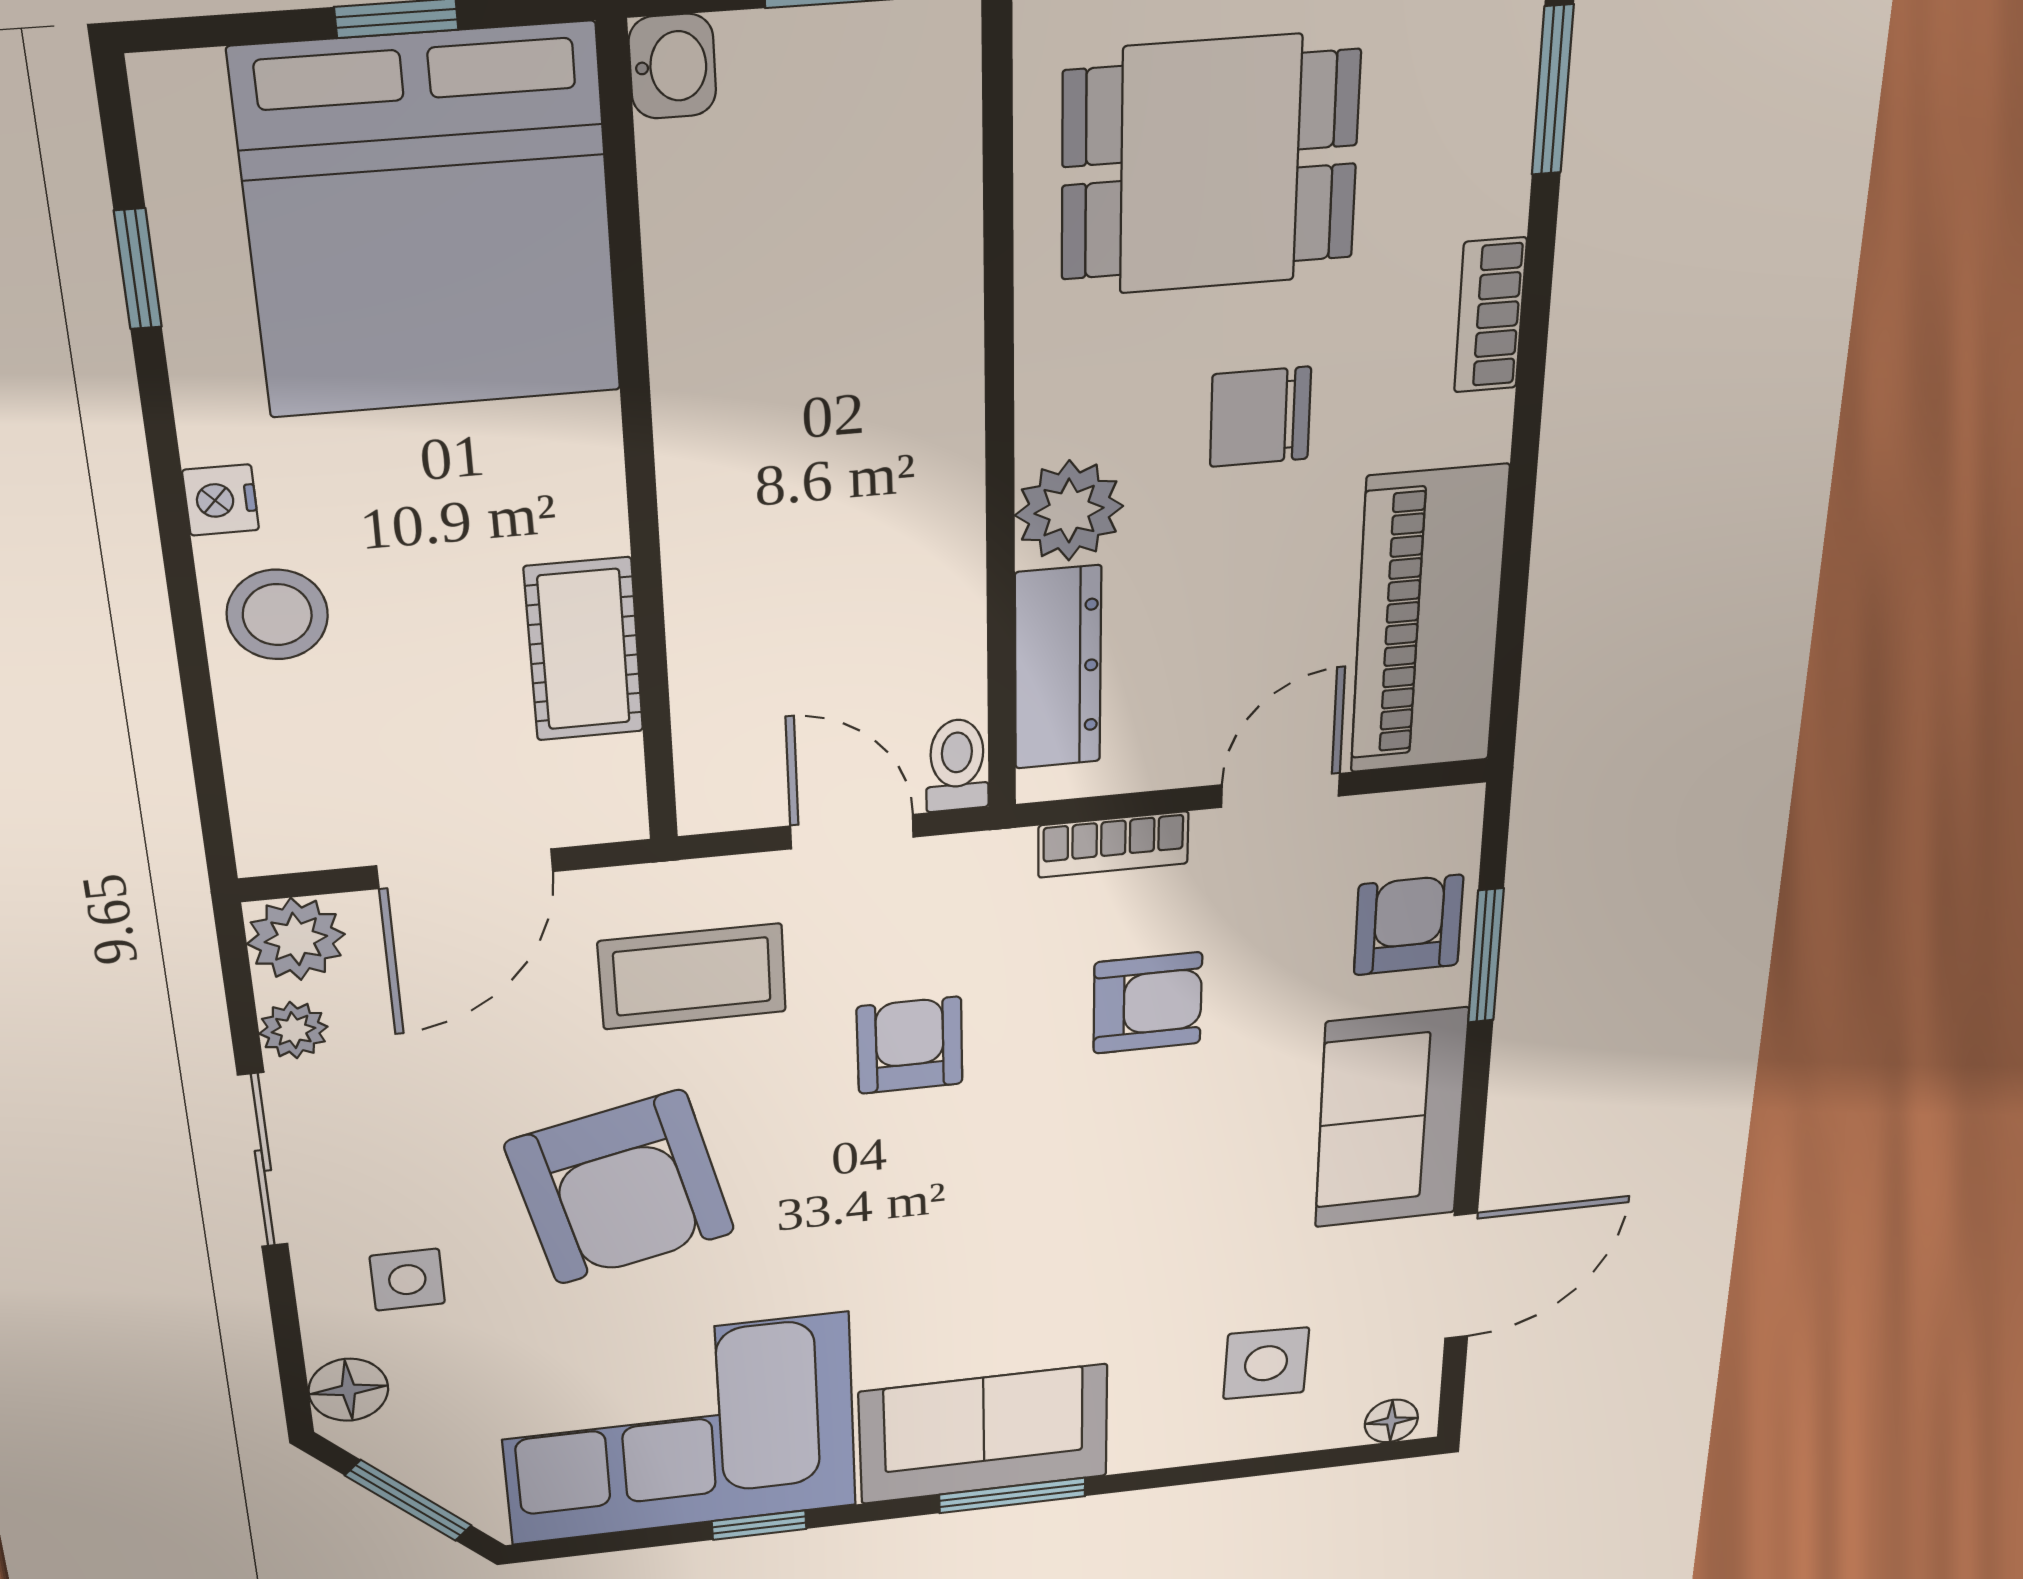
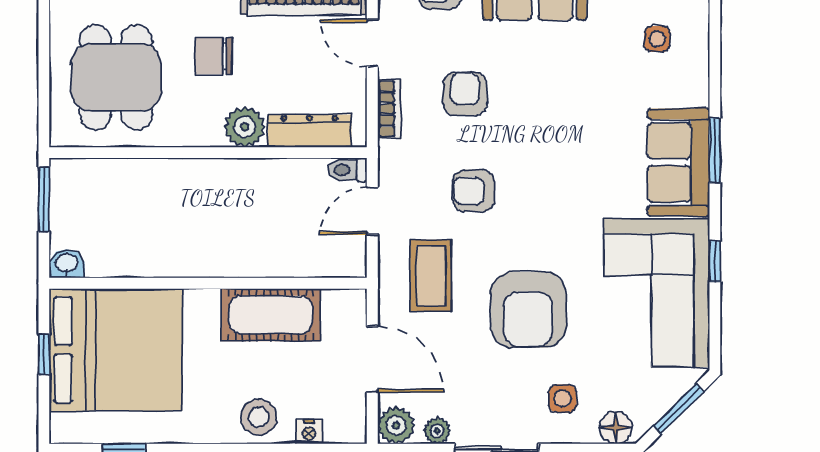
chair: (1260, 417) -> (214, 56), turned 90
nightstand: (221, 500) -> (309, 432), moved
cot: (584, 650) -> (271, 315), width x1.37, depth x1.34
armchair: (620, 1188) -> (528, 310), turned 103
side table: (1266, 1363) -> (657, 39), width x0.73, depth x0.73

